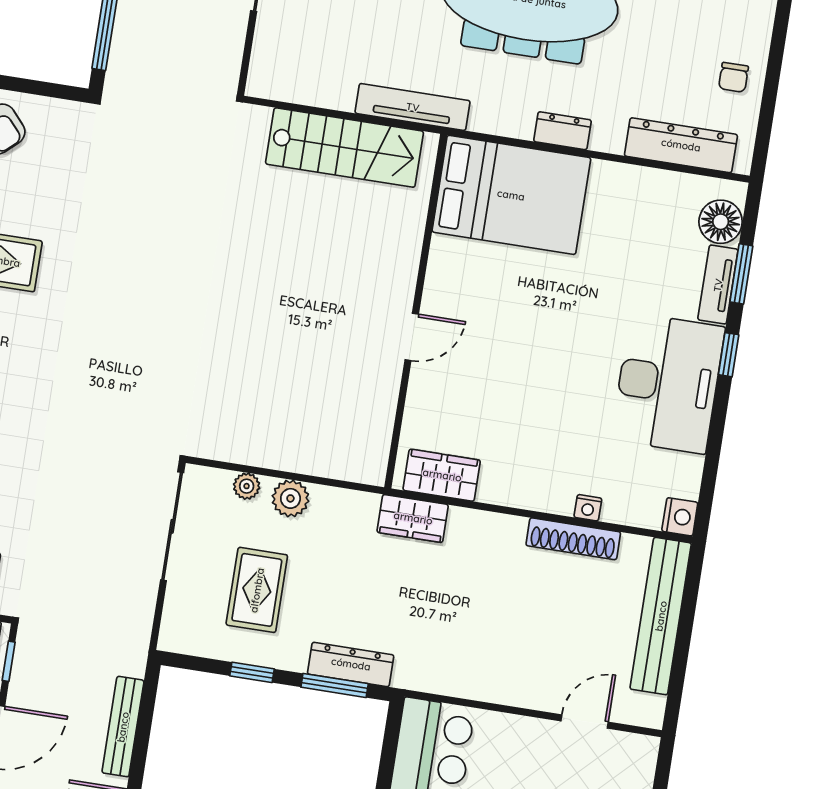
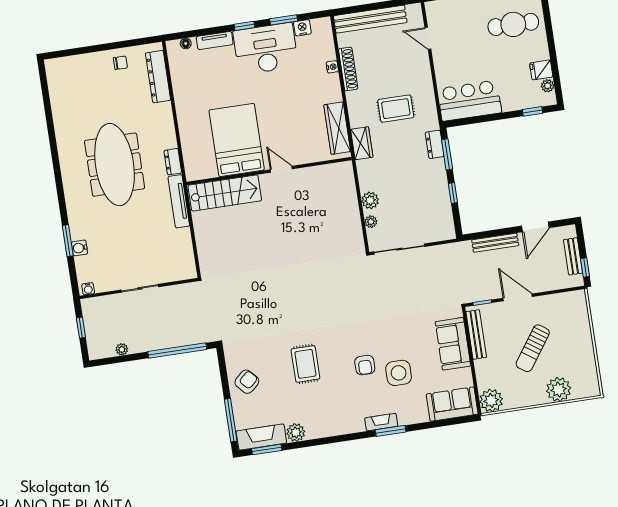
dresser: (562, 131) -> (173, 162), moved
stairs: (344, 148) -> (225, 193), moved, turned 90
bed: (511, 195) -> (237, 140), moved
floor lamp: (721, 222) -> (186, 43), width x0.53, depth x0.53
window: (741, 274) -> (284, 20), moved
wardrobe: (442, 475) -> (337, 128), width x1.50
nightstand: (680, 517) -> (302, 28), moved
rug: (257, 590) -> (396, 109), moved
dresser: (351, 664) -> (435, 144), width x0.70

